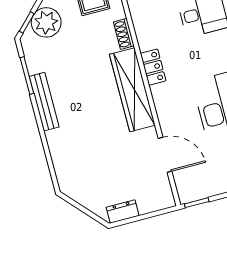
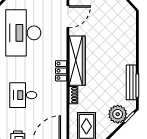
bench: (44, 102) -> (131, 82), moved
door: (165, 155) -> (68, 17), swing flipped

